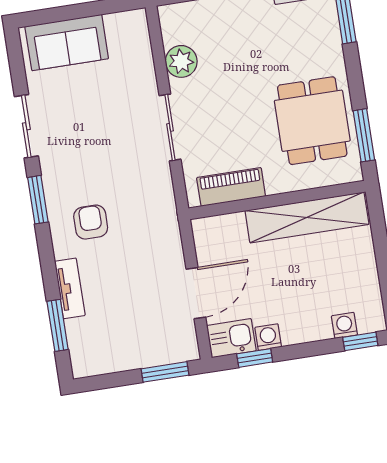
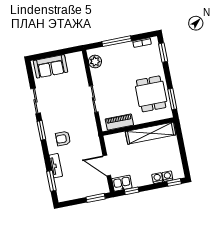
plant: (181, 61) -> (95, 61), moved
armchair: (91, 222) -> (63, 139), turned -90
door: (196, 293) -> (107, 166), swing flipped
washing machine: (268, 337) -> (157, 178), moved

